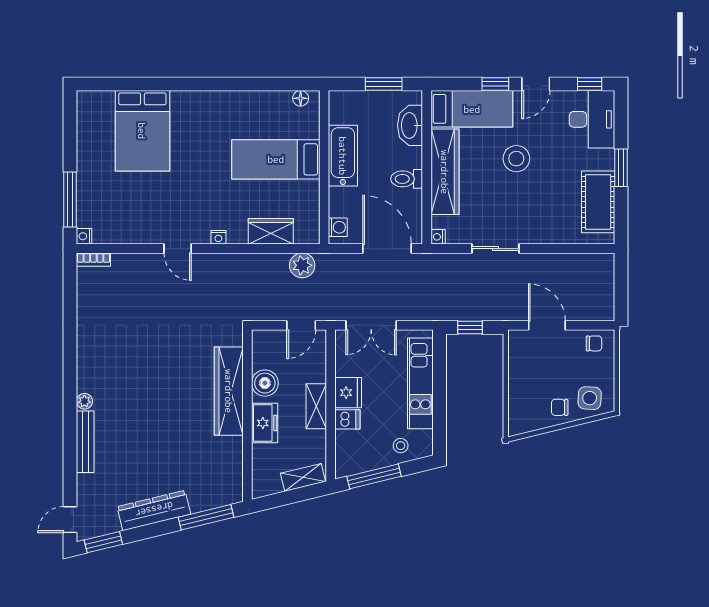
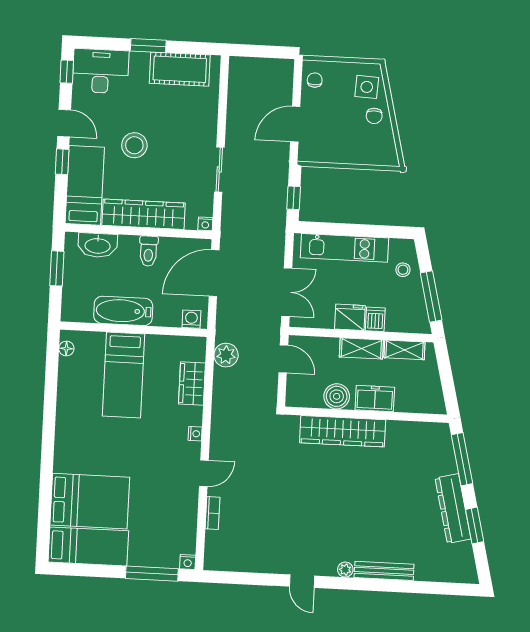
bed: (95, 132) -> (88, 546), added
bookcase: (93, 260) -> (213, 513), moved
shelving: (303, 477) -> (405, 350), moved, turned -76
door: (70, 520) -> (302, 581), moved
window: (103, 542) -> (475, 526), moved

